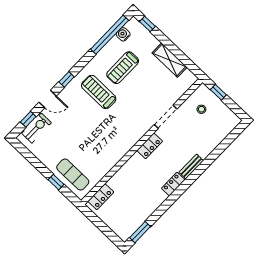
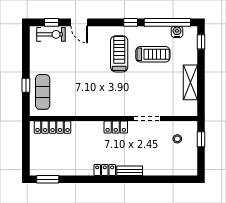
treadmill: (123, 68) -> (153, 54), turned 180
window: (67, 79) -> (131, 22), moved
locker: (101, 197) -> (53, 127), width x1.53

